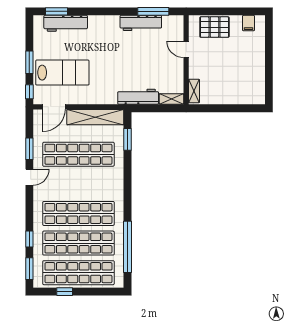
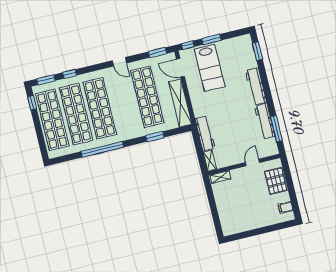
workbench: (66, 23) -> (256, 86), moved
window: (127, 139) -> (155, 136), moved
window: (29, 149) -> (157, 53), moved
window: (127, 247) -> (102, 149), moved
window: (65, 292) -> (32, 103), moved

